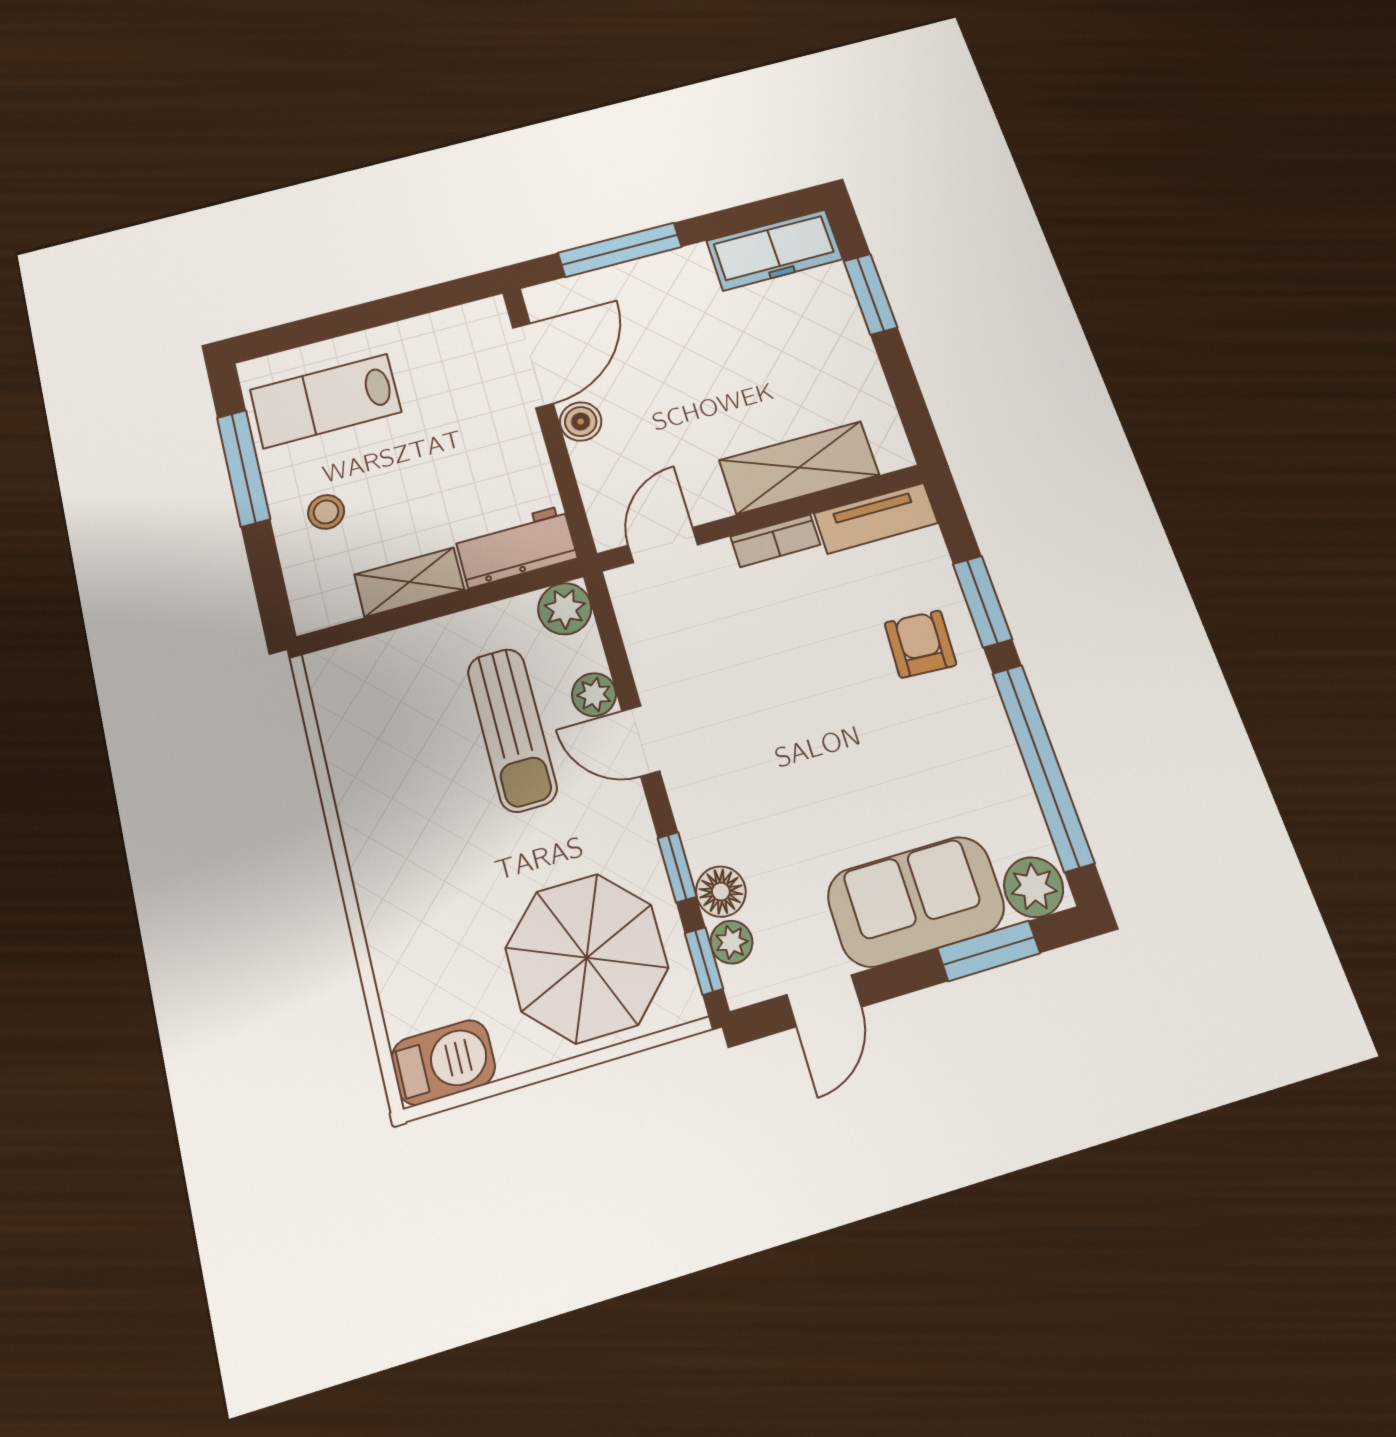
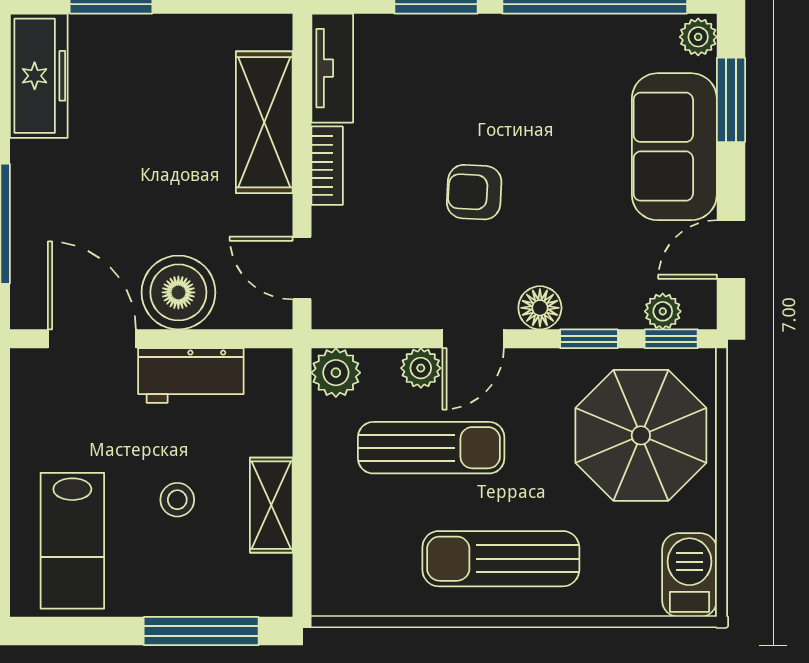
boiler: (581, 422) -> (178, 292), width x1.86, depth x1.86
window: (244, 468) -> (201, 631), moved
stool: (326, 512) -> (177, 500), moved
workbench: (516, 547) -> (191, 375), moved, turned -90
armchair: (920, 644) -> (474, 192), moved
sun lounger: (410, 839) -> (501, 559), added
plant: (1034, 887) -> (698, 37), width x0.73, depth x0.73
floor lamp: (721, 892) -> (540, 308), moved
door: (824, 1001) -> (731, 249), swing flipped

